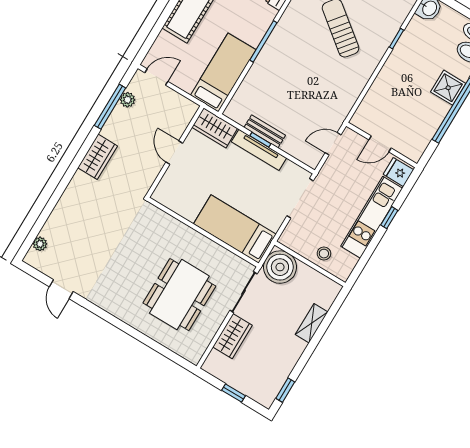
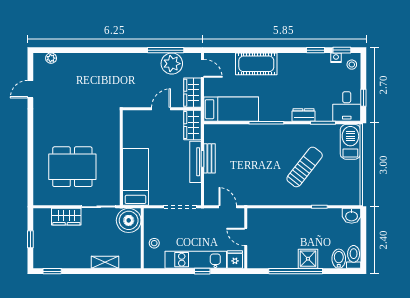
plant: (128, 100) -> (172, 64), width x1.87, depth x1.87
wardrobe: (98, 157) -> (192, 93), moved, turned 90

